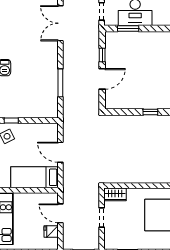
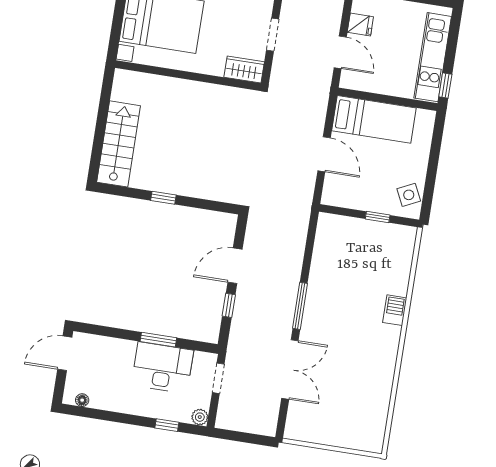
window: (128, 28) -> (158, 340), moved
window: (60, 83) -> (300, 306), moved
window: (11, 121) -> (378, 217), moved

